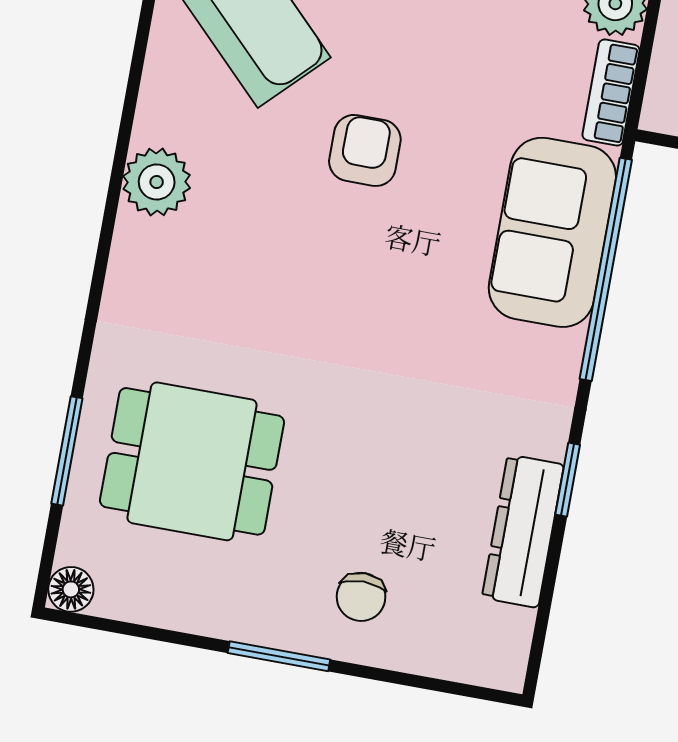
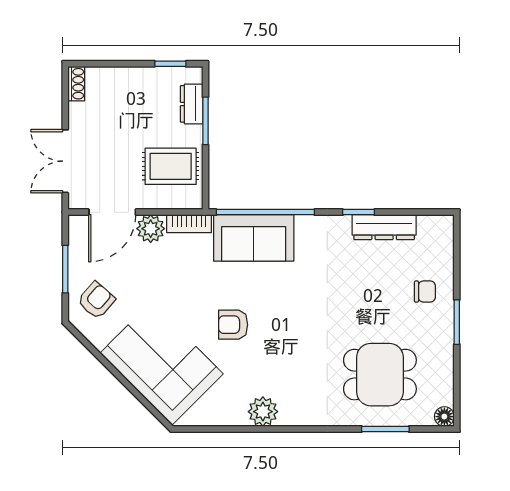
dining table: (192, 461) -> (380, 375), turned 90

